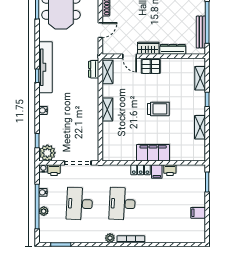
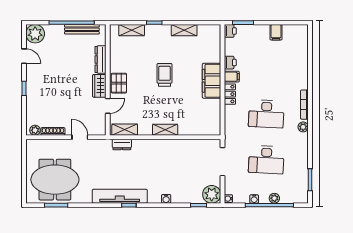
printer: (54, 170) -> (230, 31), moved

